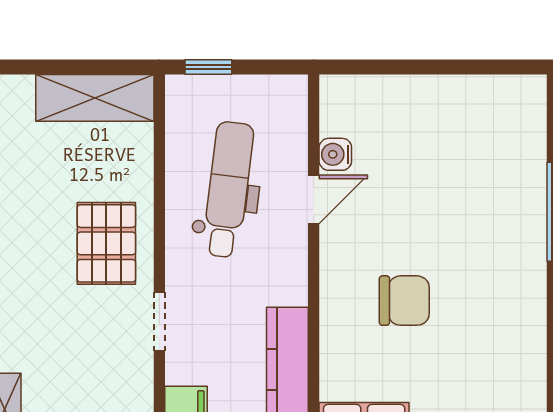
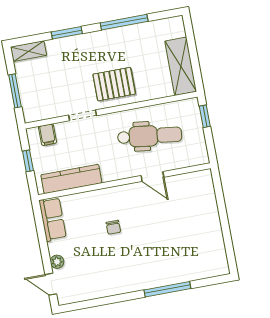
water cooler: (335, 154) -> (175, 183), removed
chair: (404, 301) -> (113, 227), width x0.54, depth x0.54

